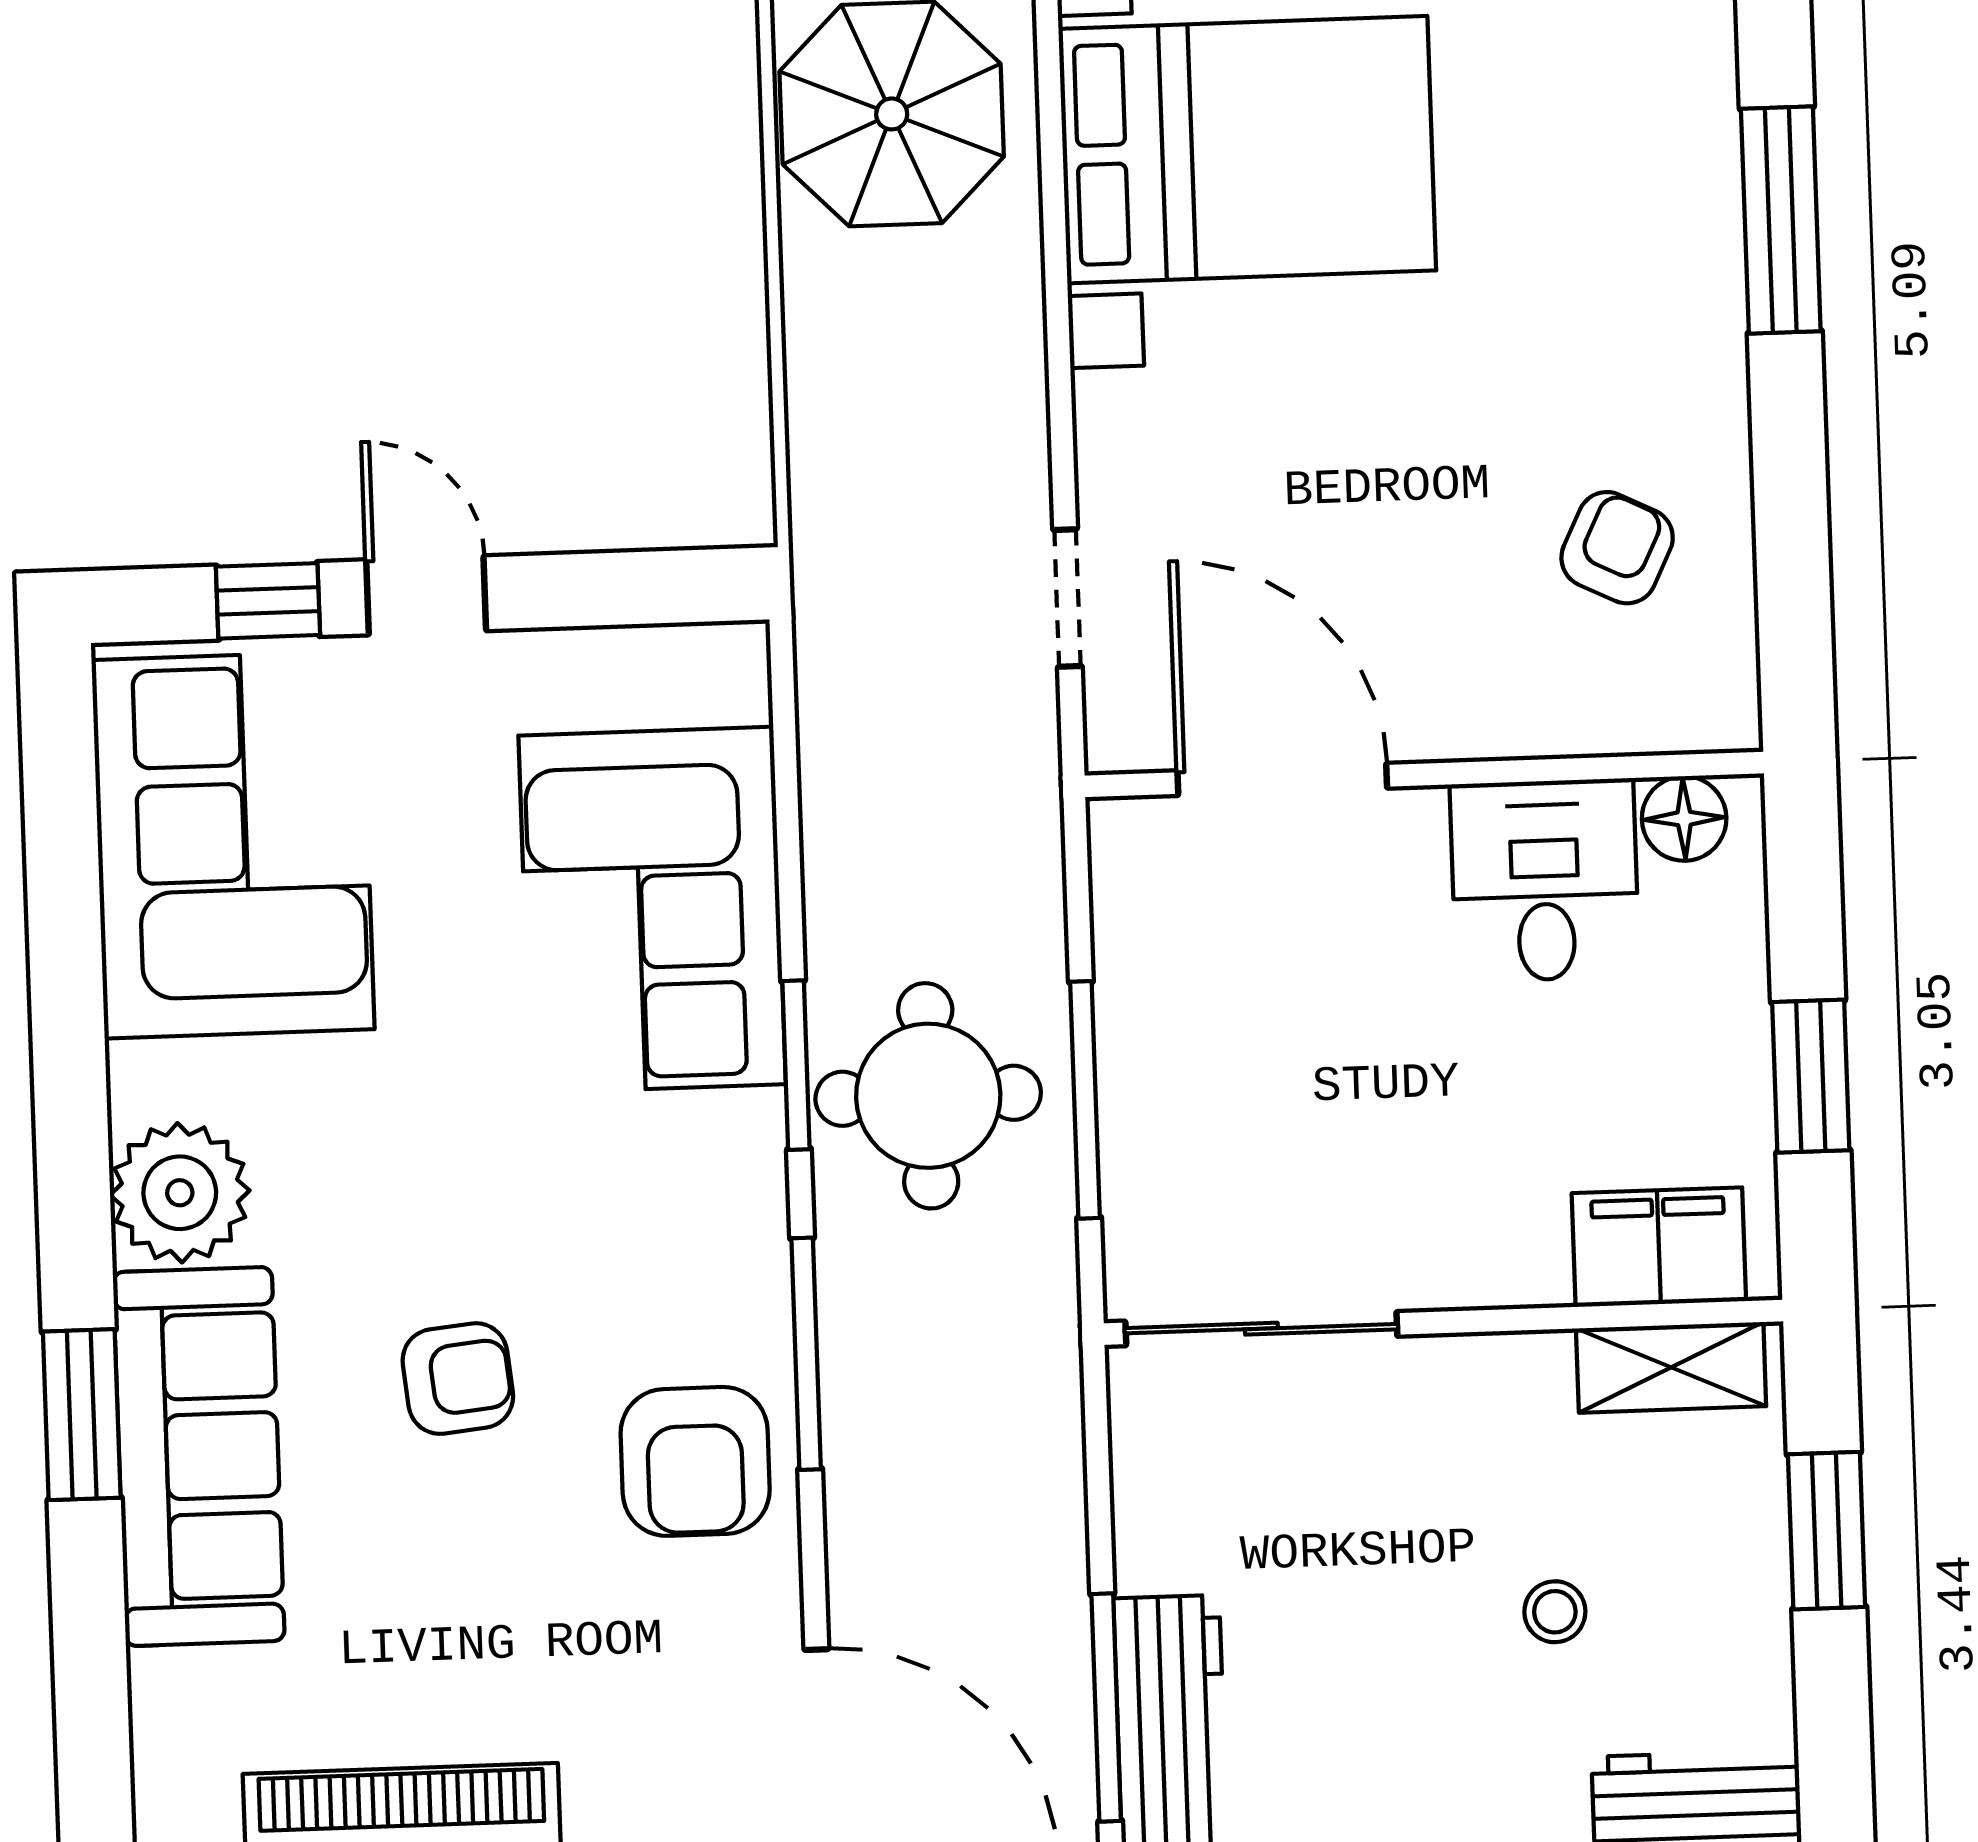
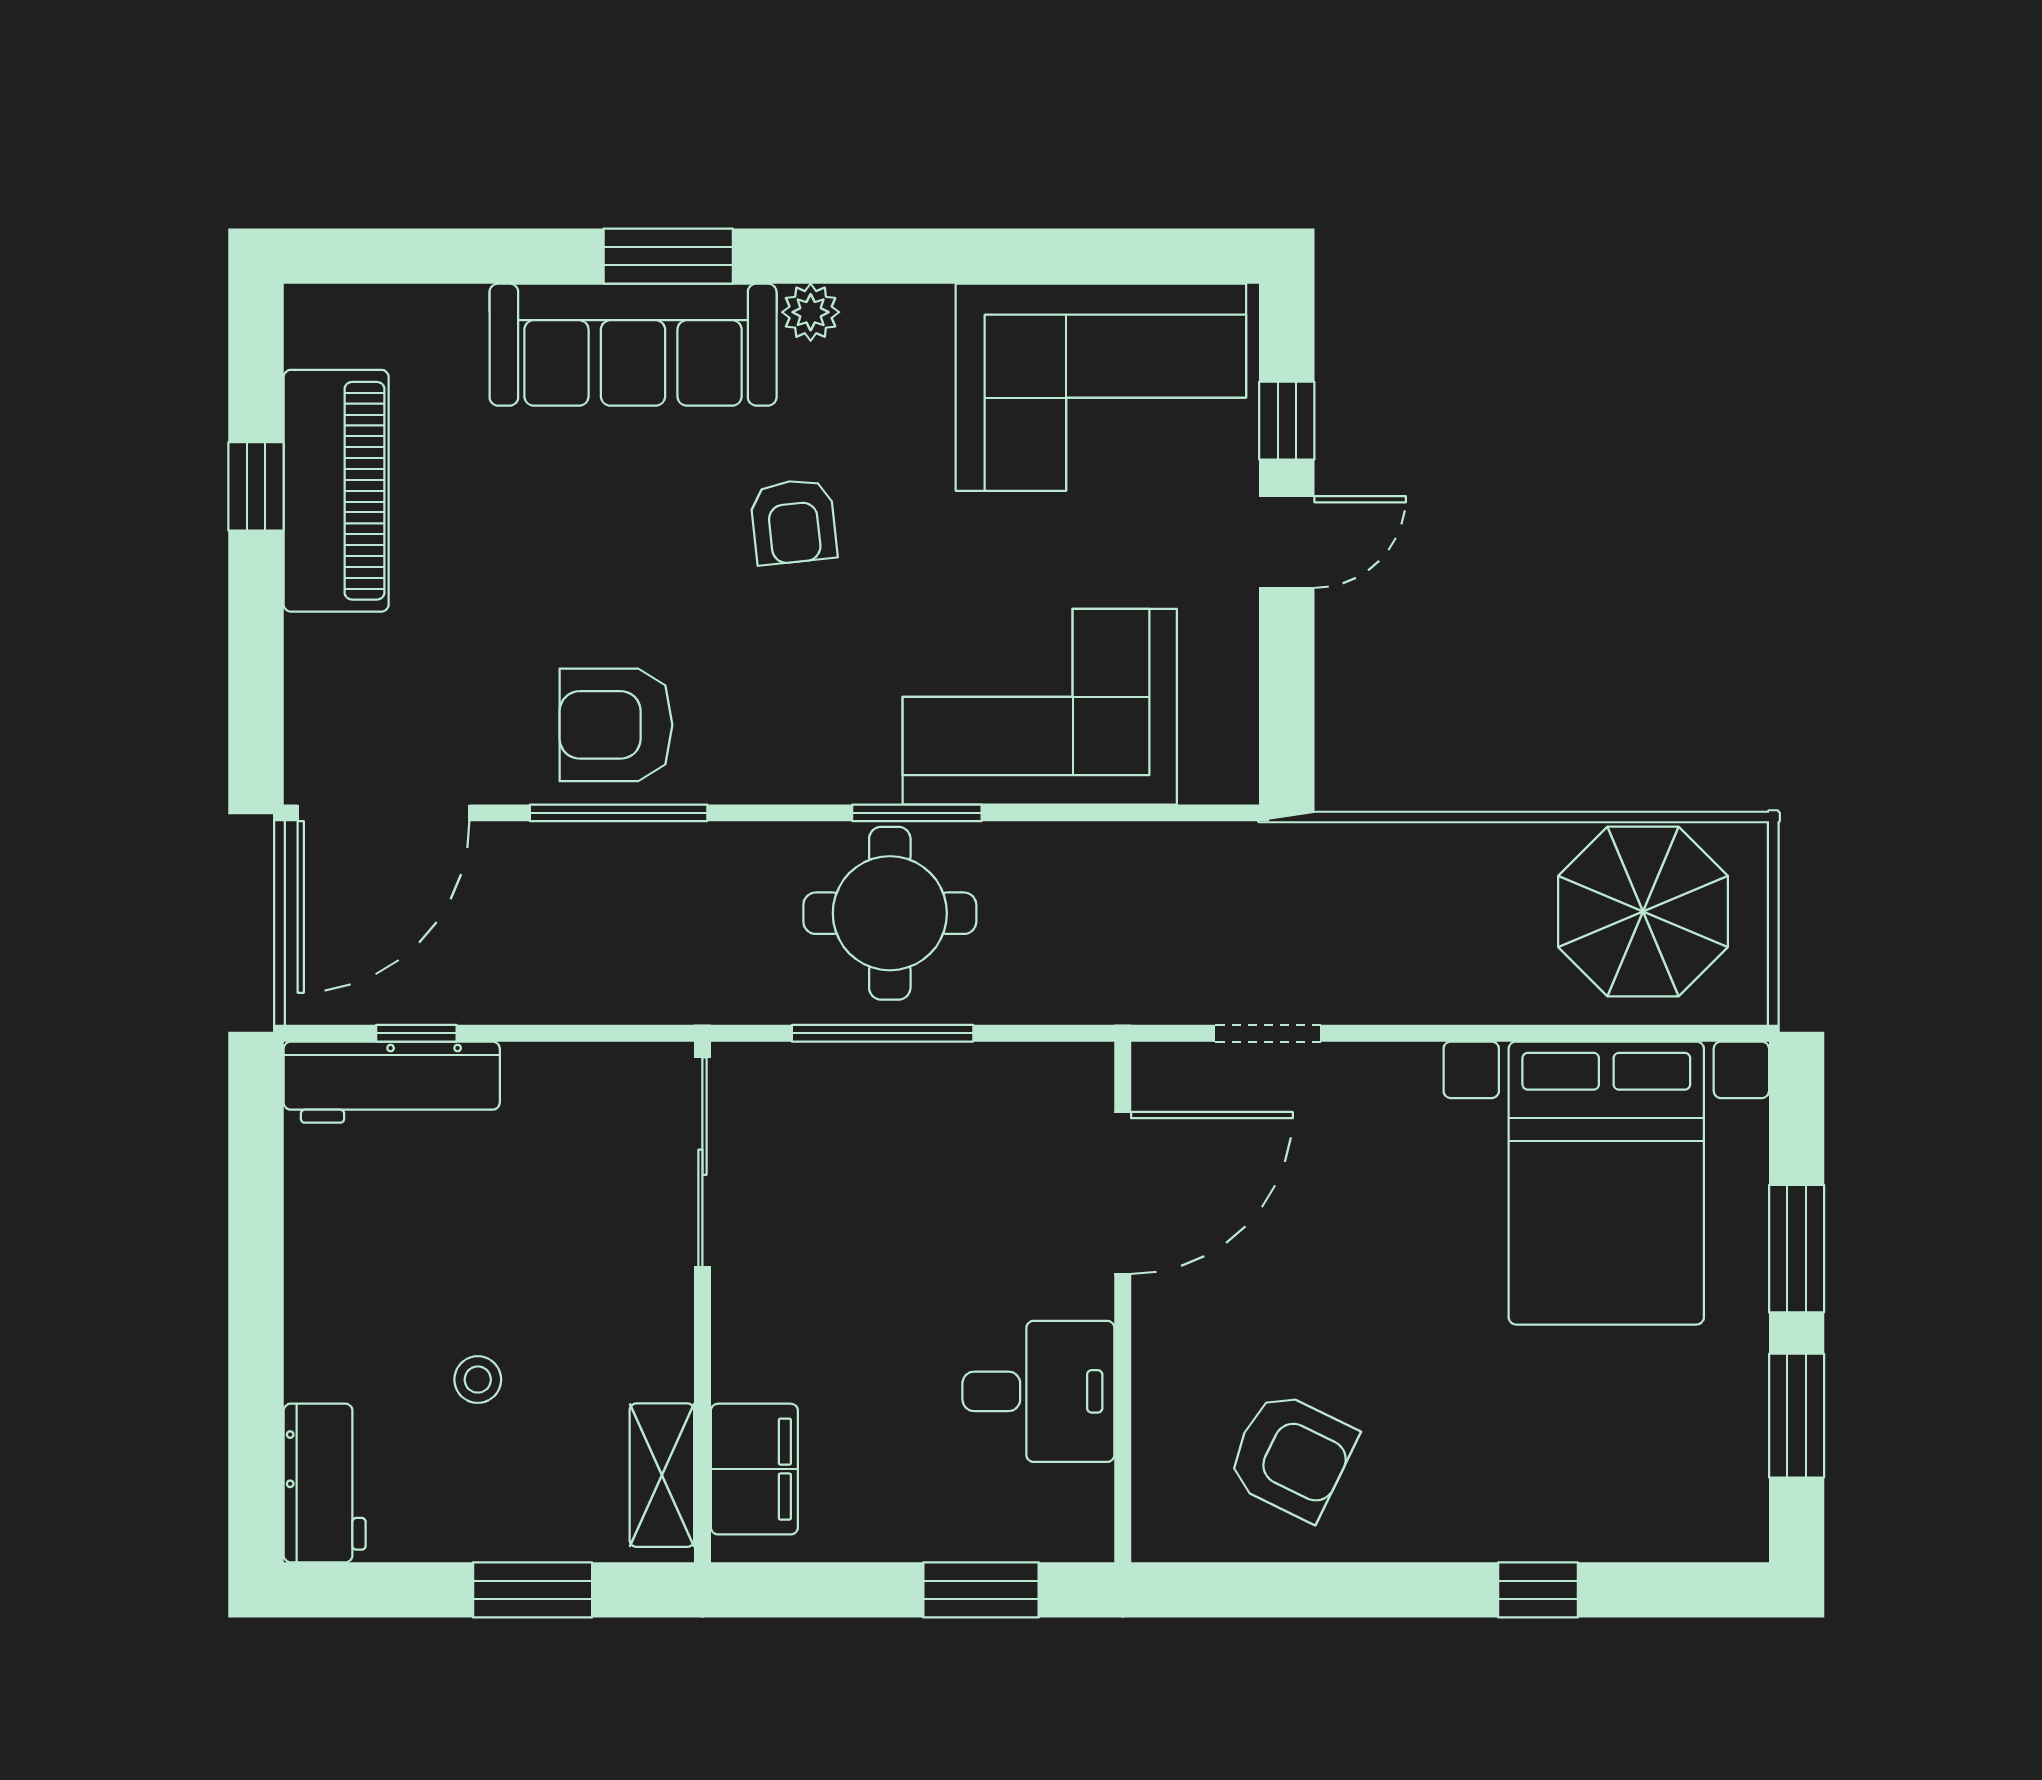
window: (1781, 220) -> (1538, 1590), width x0.46
armchair: (1617, 548) -> (1291, 1456), width x1.38, depth x1.38
floor lamp: (1684, 819) -> (1082, 1500), removed
window: (1811, 1076) -> (981, 1590), moved
plant: (180, 1193) -> (811, 312), width x0.53, depth x0.53
window: (806, 1354) -> (619, 813), moved
armchair: (458, 1379) -> (794, 522), moved
window: (1106, 1708) -> (416, 1033), width x0.46

